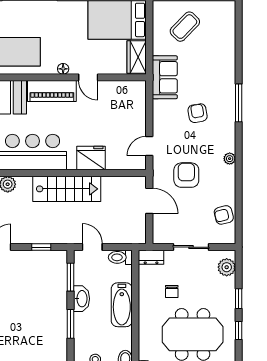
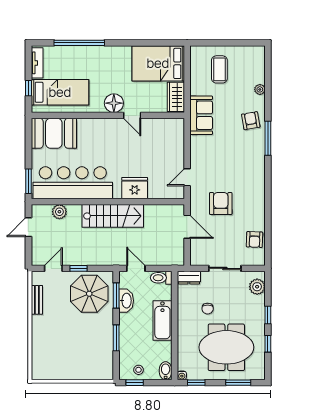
coffee table: (185, 27) -> (219, 69), turned -44
floor lamp: (63, 69) -> (114, 103), width x1.89, depth x1.89
piano: (52, 91) -> (99, 128), removed
armchair: (198, 113) -> (251, 121), moved
plant: (230, 159) -> (260, 89), moved
armchair: (224, 215) -> (255, 240), turned -74
window: (41, 247) -> (79, 268), moved
parasol: (41, 275) -> (89, 294), added
washbasin: (82, 299) -> (126, 301), moved

